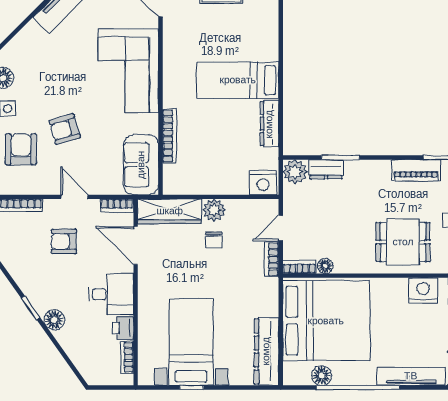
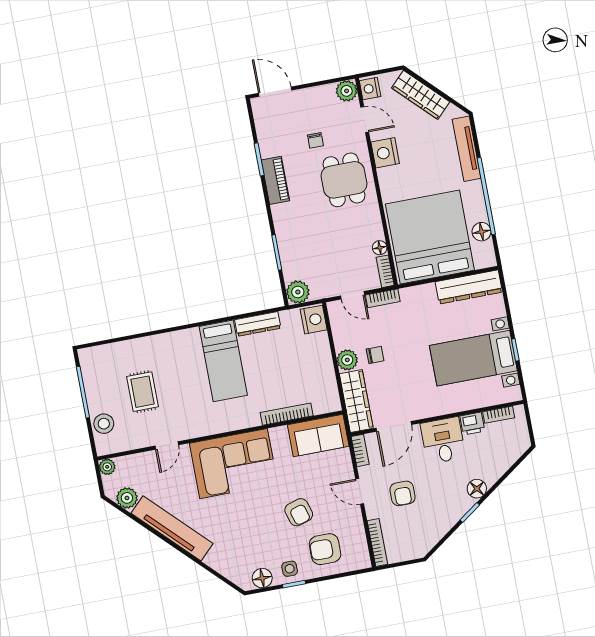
dresser: (326, 169) -> (290, 264), removed
door: (74, 197) -> (360, 491), hinge flipped

